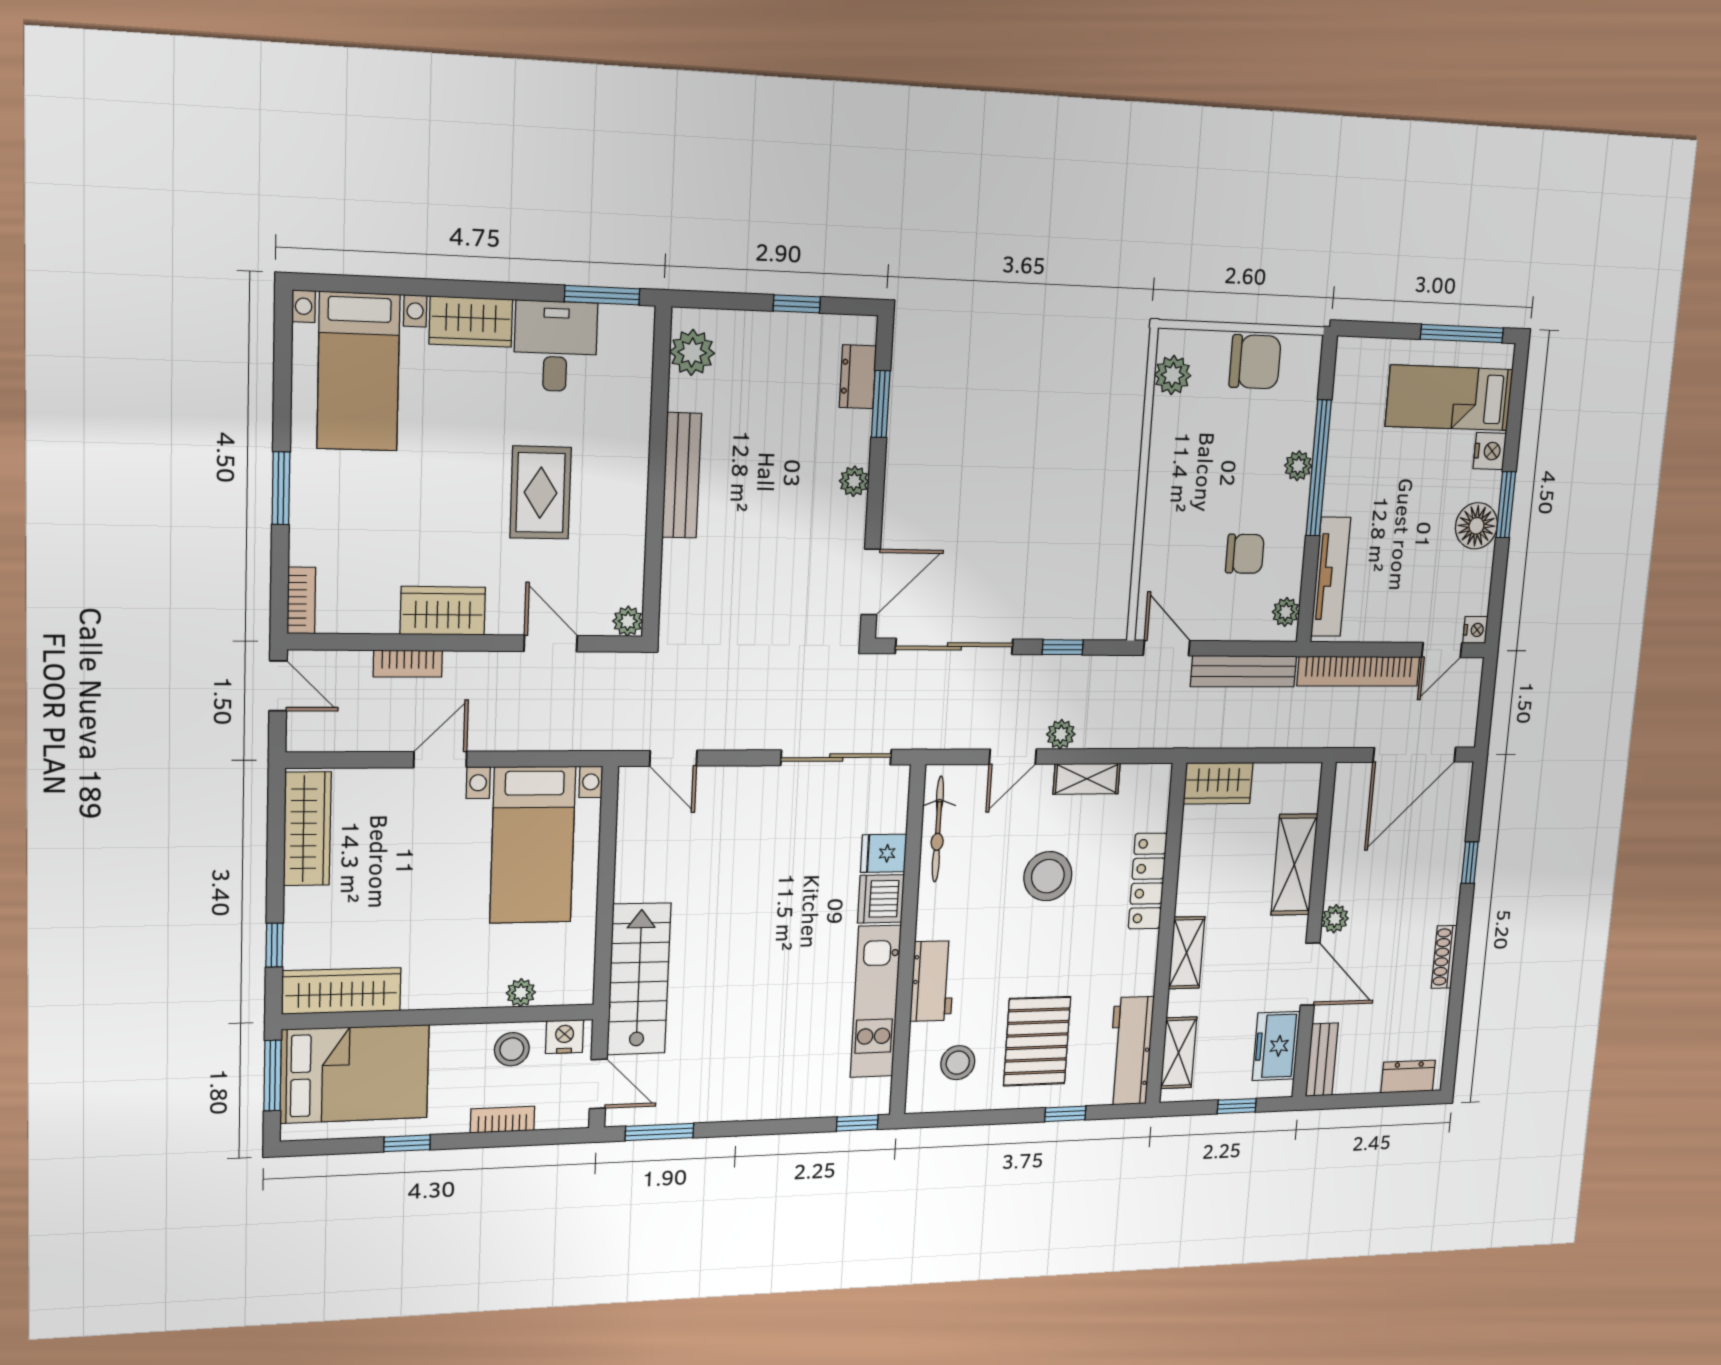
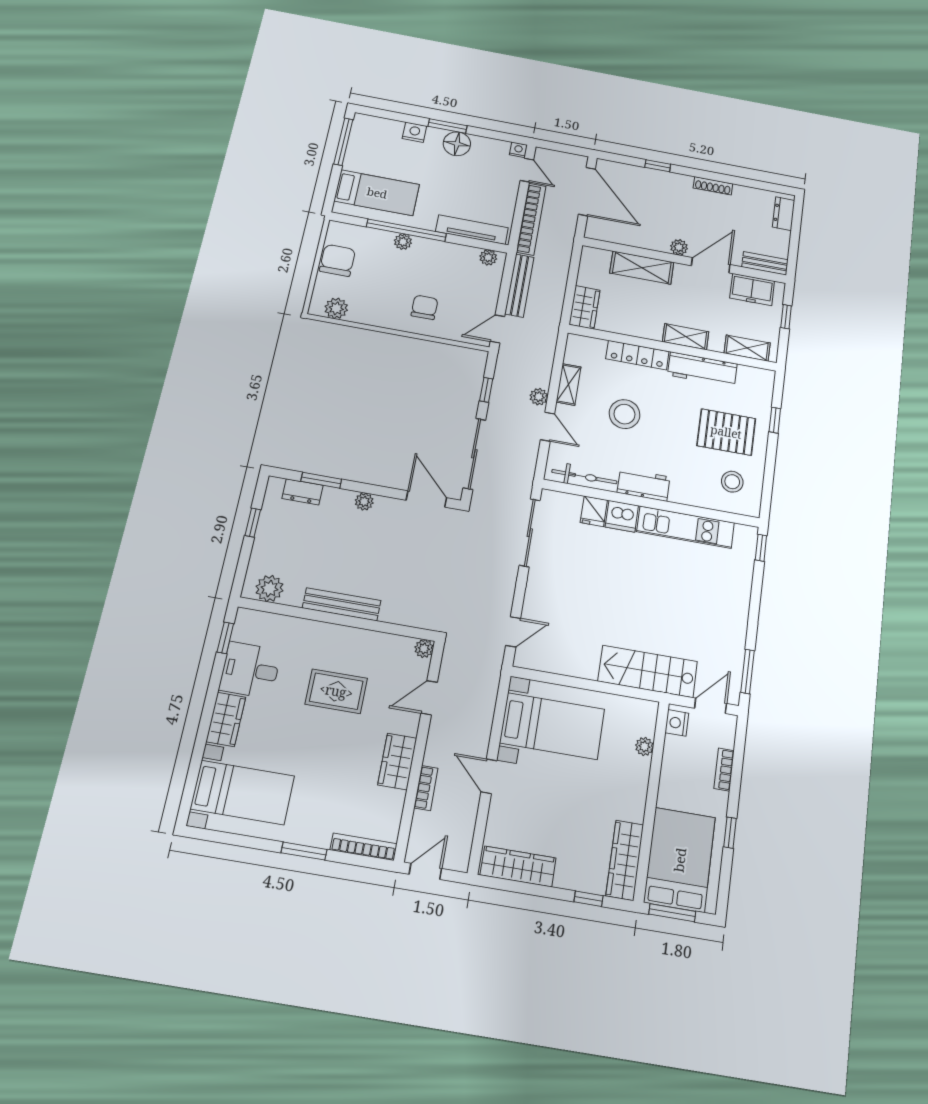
window: (602, 295) -> (225, 638), width x0.67
bed: (1449, 398) -> (377, 193), moved, turned -90
chair: (1245, 554) -> (425, 307), moved
bookcase: (301, 600) -> (364, 847), width x1.56
workbench: (933, 981) -> (644, 485), moved
stool: (512, 1049) -> (680, 757), removed
workbench: (1130, 1051) -> (702, 369), moved

